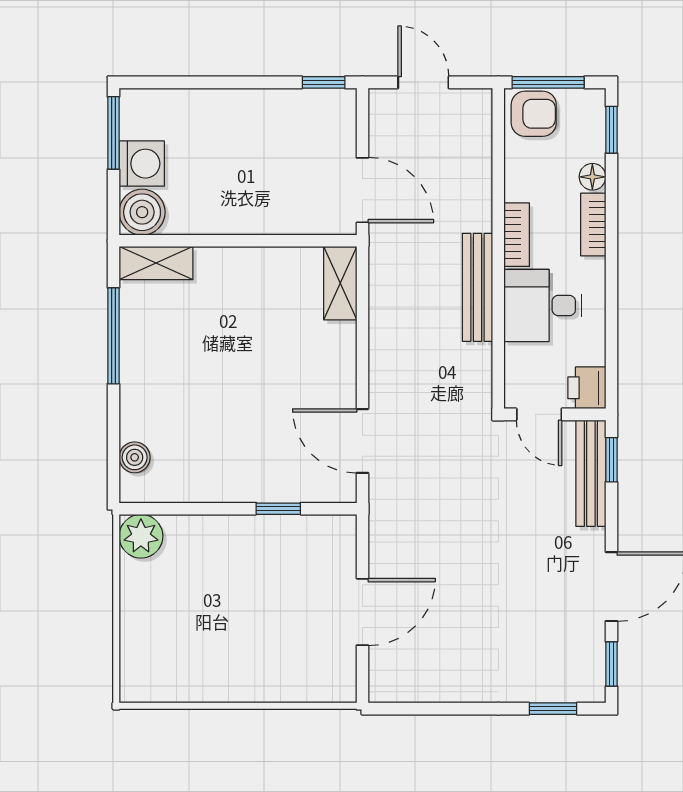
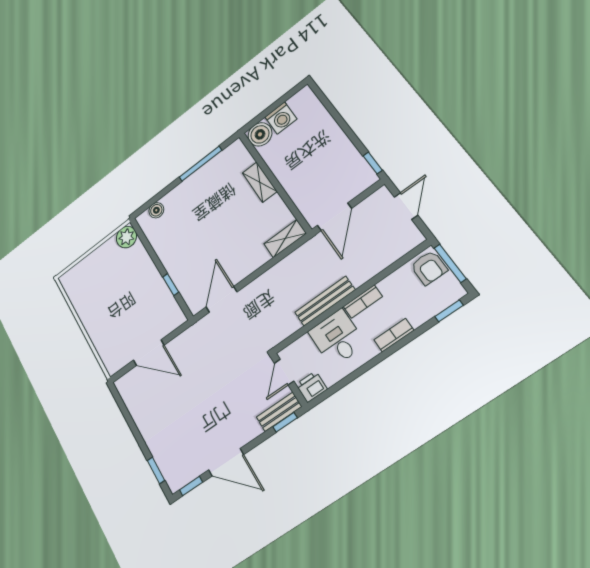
window: (113, 133) -> (286, 97), removed
floor lamp: (592, 177) -> (418, 318), removed
shelving: (156, 263) -> (260, 182), moved
bench: (591, 473) -> (279, 412), width x0.73

